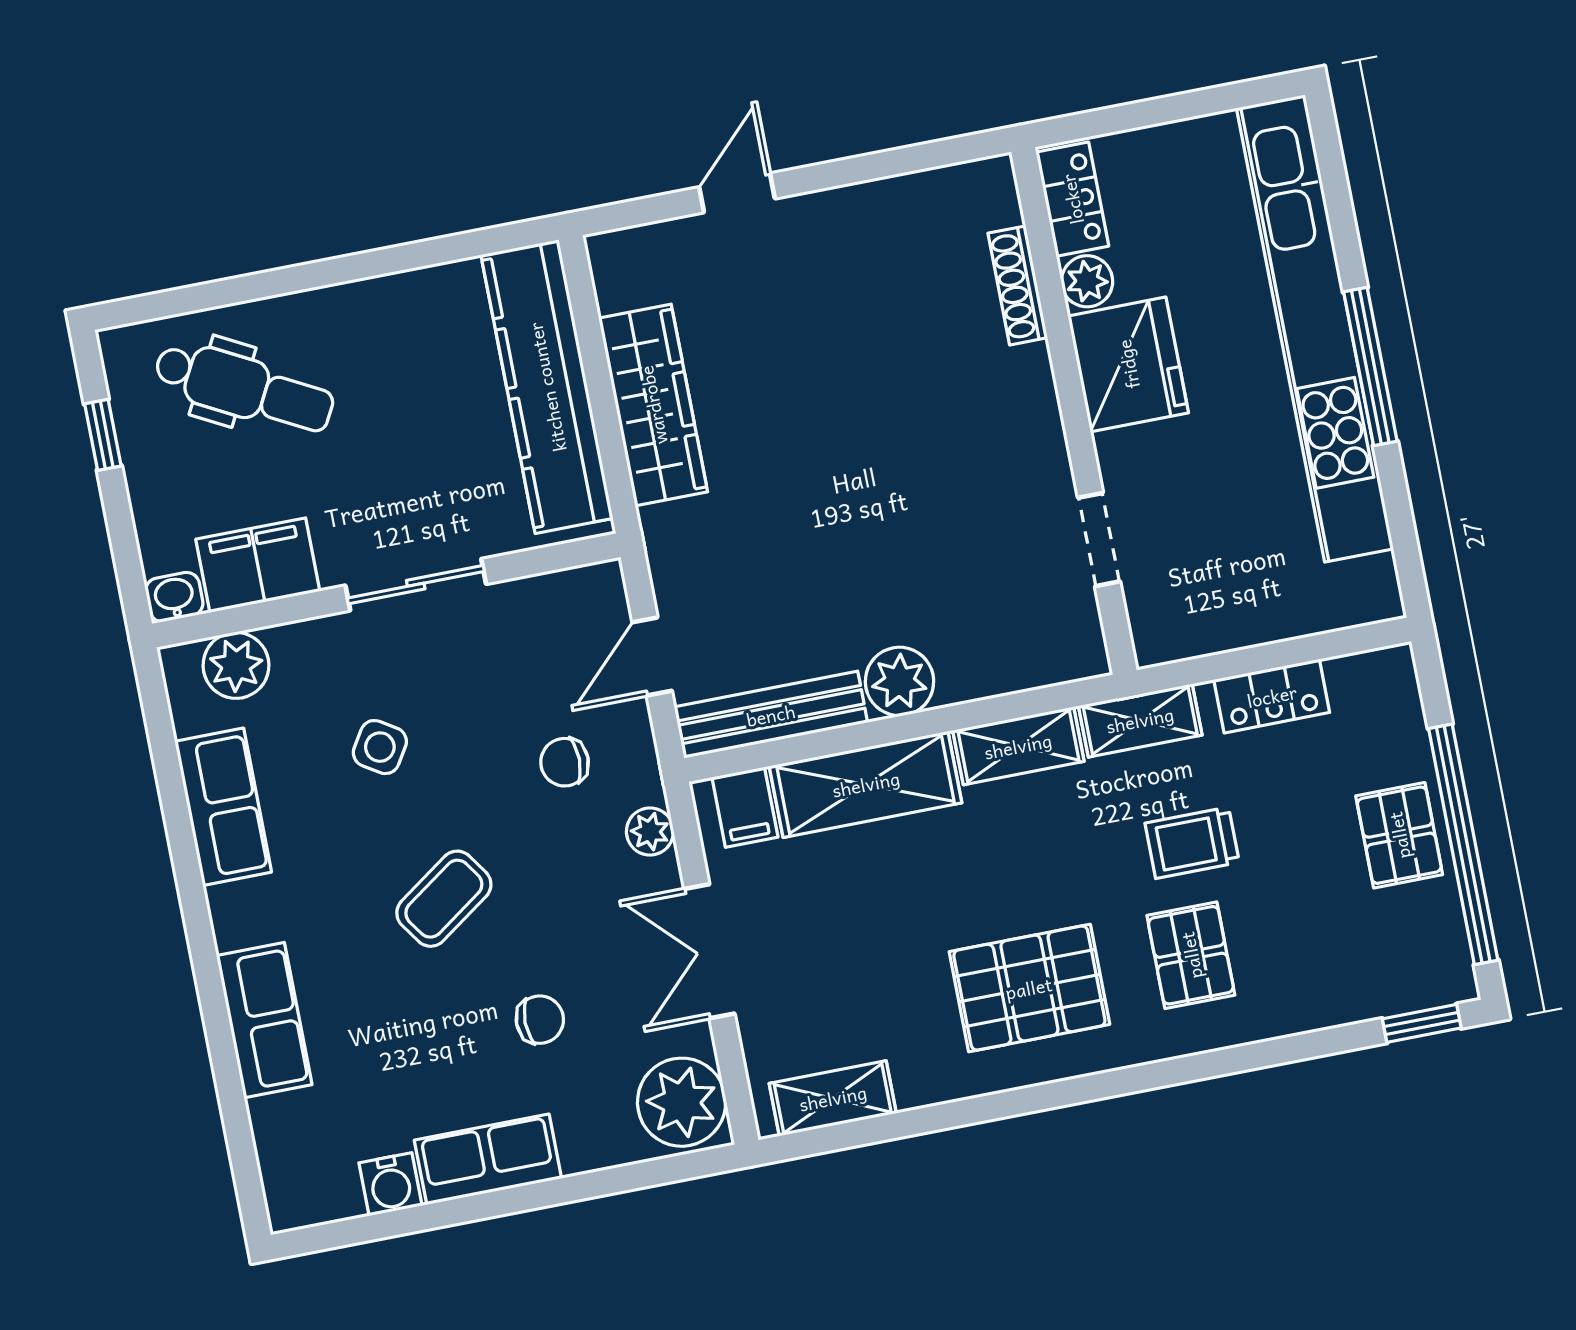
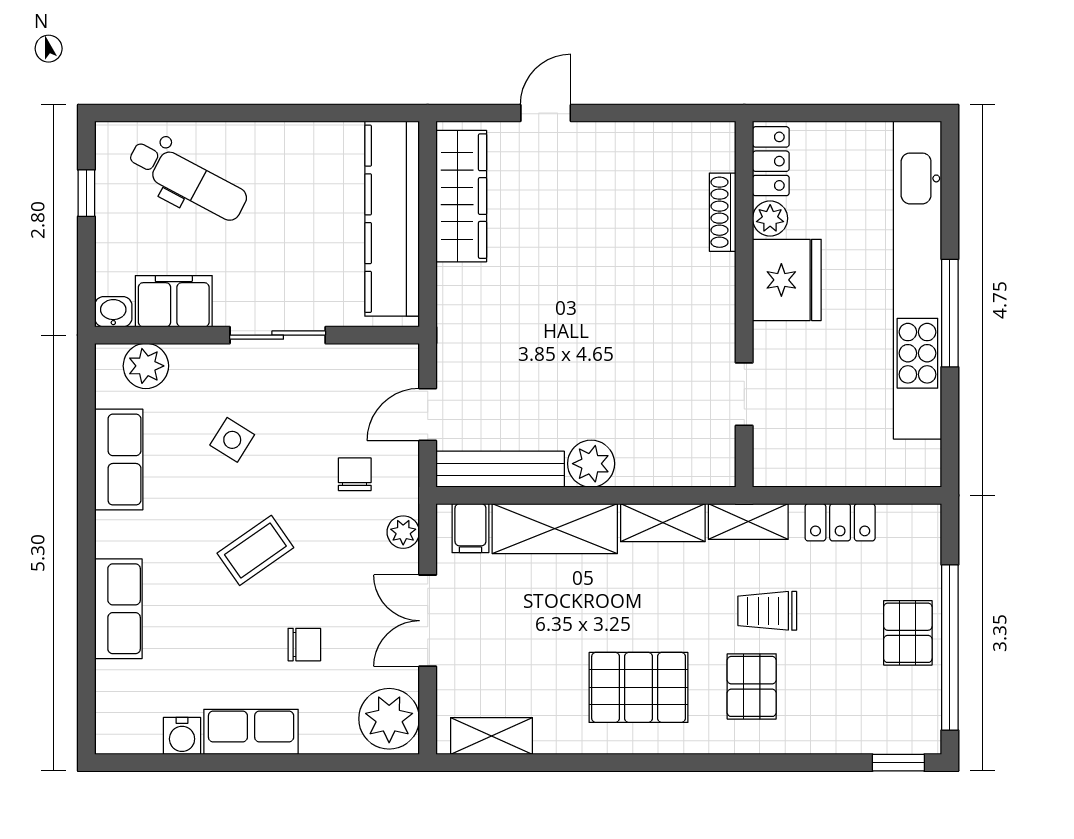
wardrobe: (653, 405) -> (461, 196), moved
chair: (565, 762) -> (355, 474), turned 90

